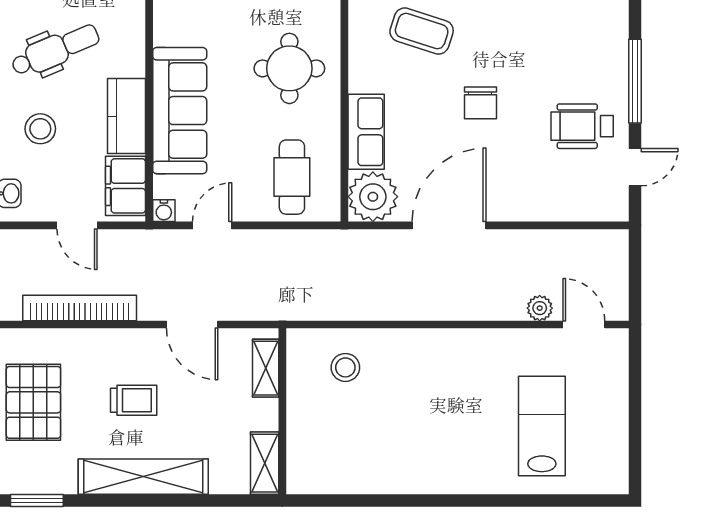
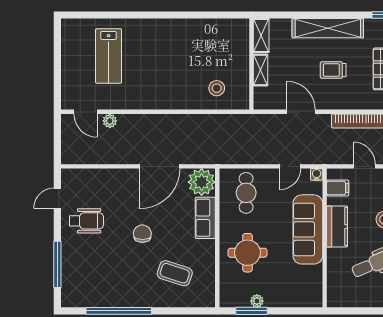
window: (635, 81) -> (57, 264), moved
filing cabinet: (126, 186) -> (338, 188), width x0.50
shelving: (266, 368) -> (261, 70), moved

